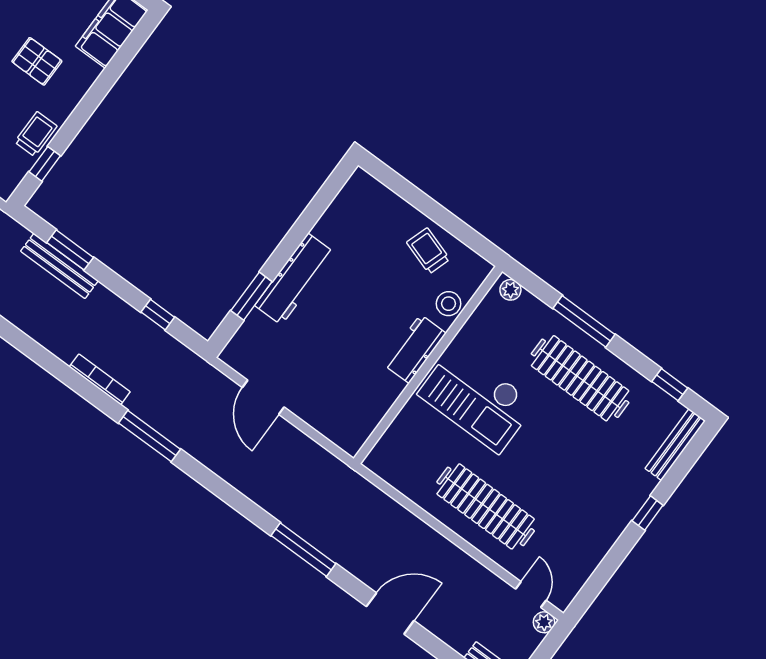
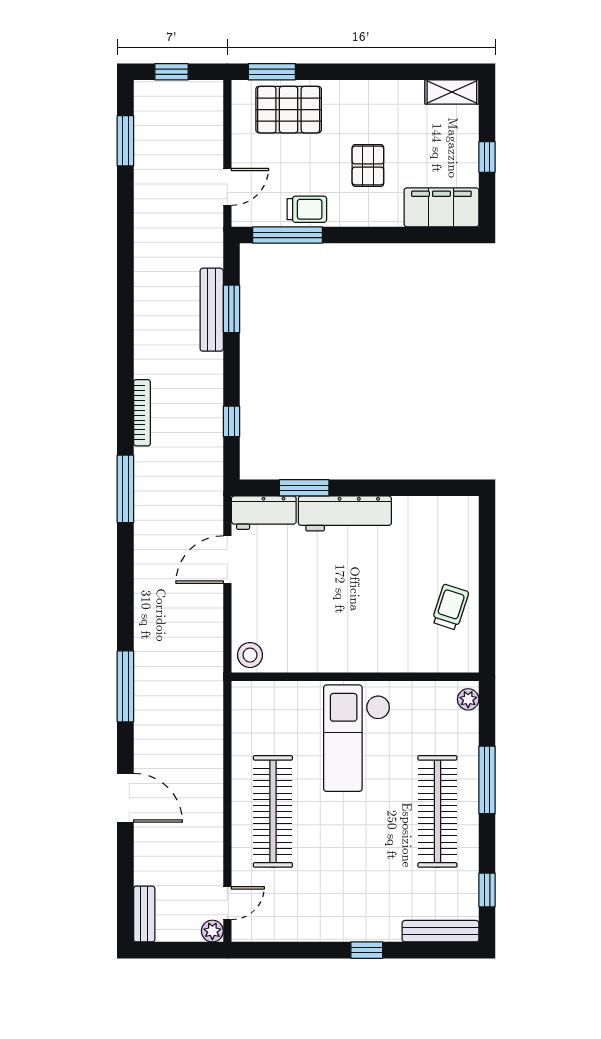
window: (45, 164) -> (288, 235), width x2.17
stool: (449, 304) -> (250, 655), moved
workbench: (415, 349) -> (264, 513), moved, turned 180

